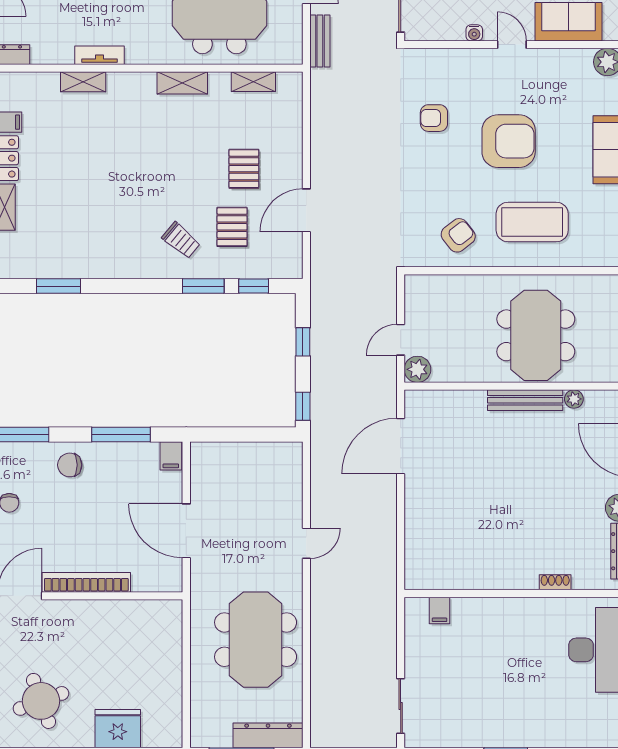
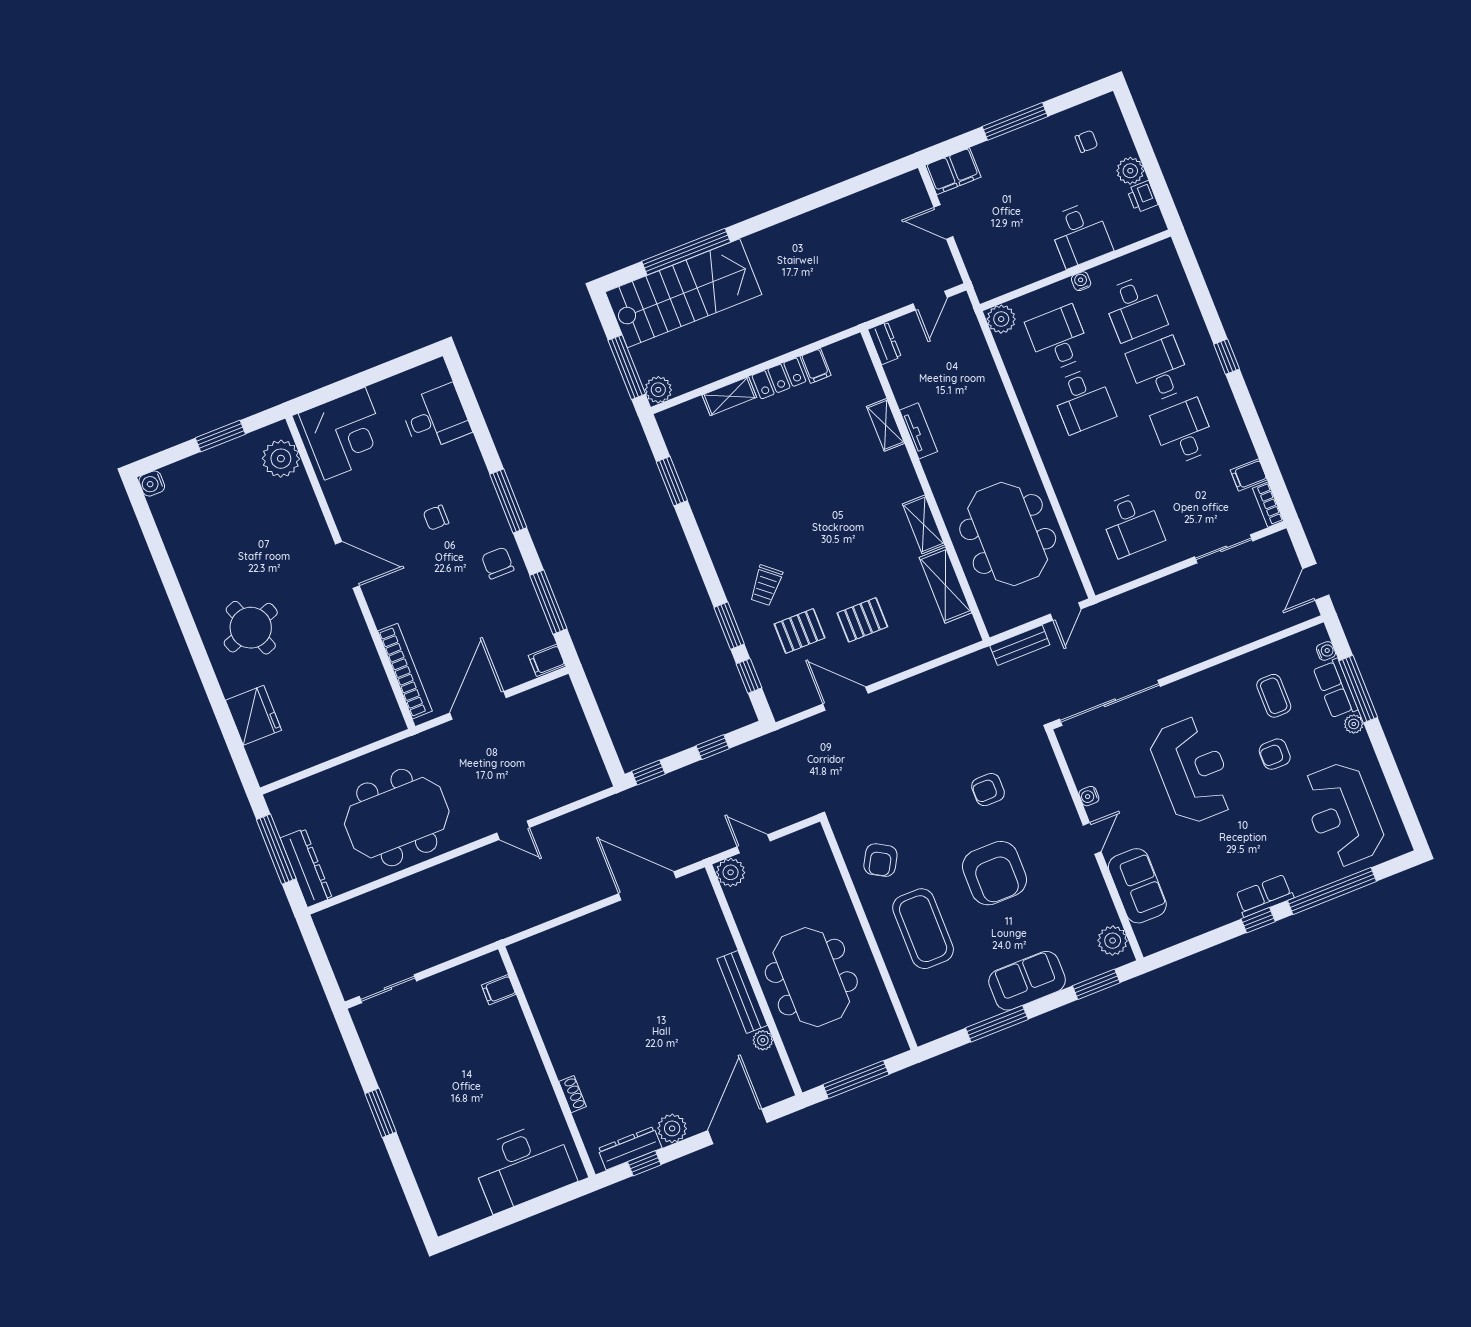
shelving: (253, 82) -> (945, 585), width x1.50, depth x1.33
armchair: (434, 118) -> (988, 790), turned -90
armchair: (458, 235) -> (880, 860), turned 68
meeting table: (536, 335) -> (811, 977), turned 90
bookcase: (86, 582) -> (405, 671), moved

